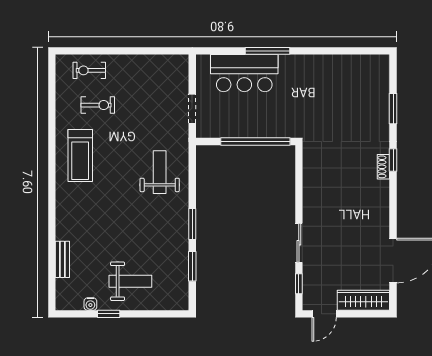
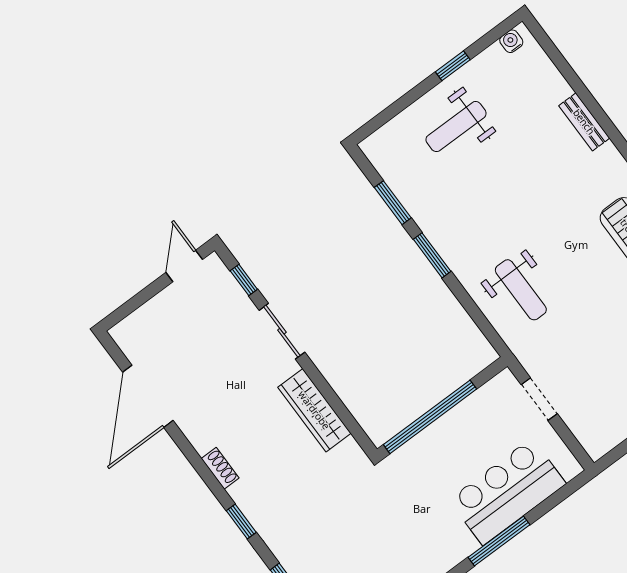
shoe rack: (383, 167) -> (220, 468), moved
bench: (62, 259) -> (584, 122), moved
wardrobe: (363, 300) -> (314, 410), moved, turned 90
water cooler: (90, 304) -> (511, 41), moved

